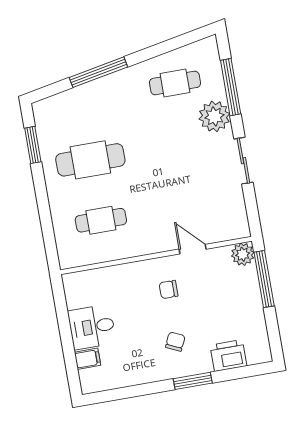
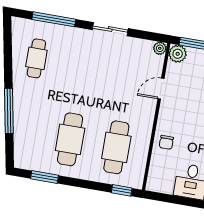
plant: (214, 116) -> (160, 48), moved, width x0.53, depth x0.53
cafe table: (101, 220) -> (116, 147), width x1.37, depth x1.35
window: (50, 246) -> (122, 190), added
chair: (169, 289) -> (166, 142), moved

